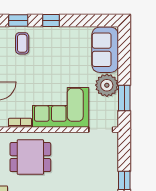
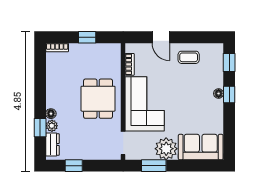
floor lamp: (50, 31) -> (219, 93), added
coffee table: (22, 43) -> (189, 57), moved
dining table: (30, 157) -> (98, 99), moved

